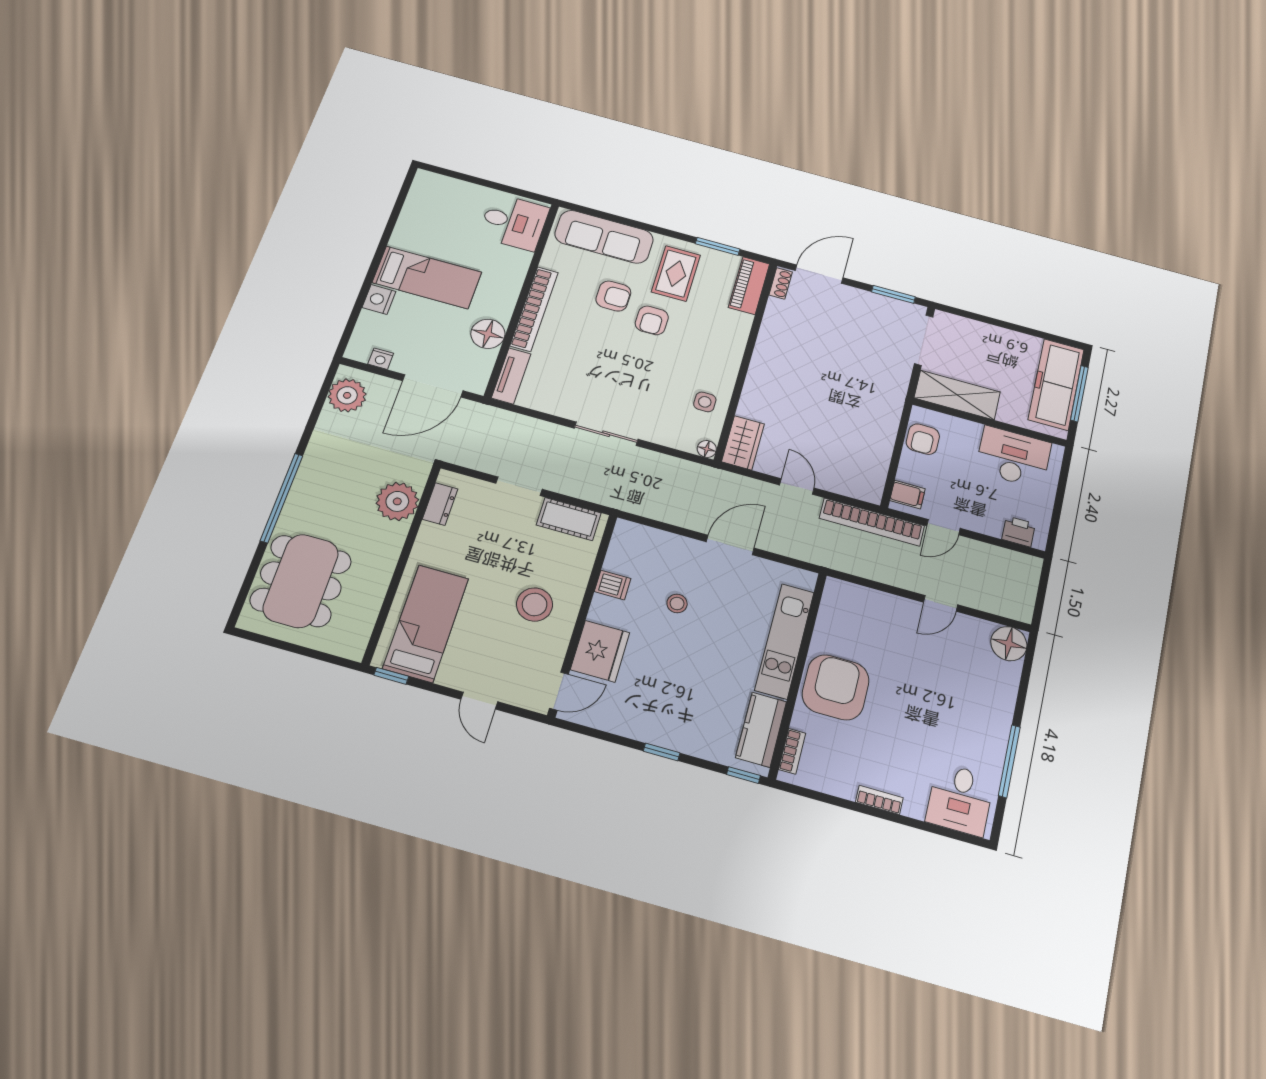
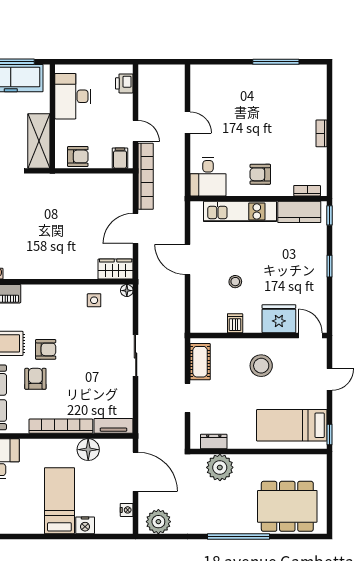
door: (797, 487) -> (136, 228), width x1.38
floor lamp: (1009, 644) -> (201, 76), removed
armchair: (836, 687) -> (260, 174), width x0.53, depth x0.53
desk: (960, 799) -> (208, 177), moved, turned 90

